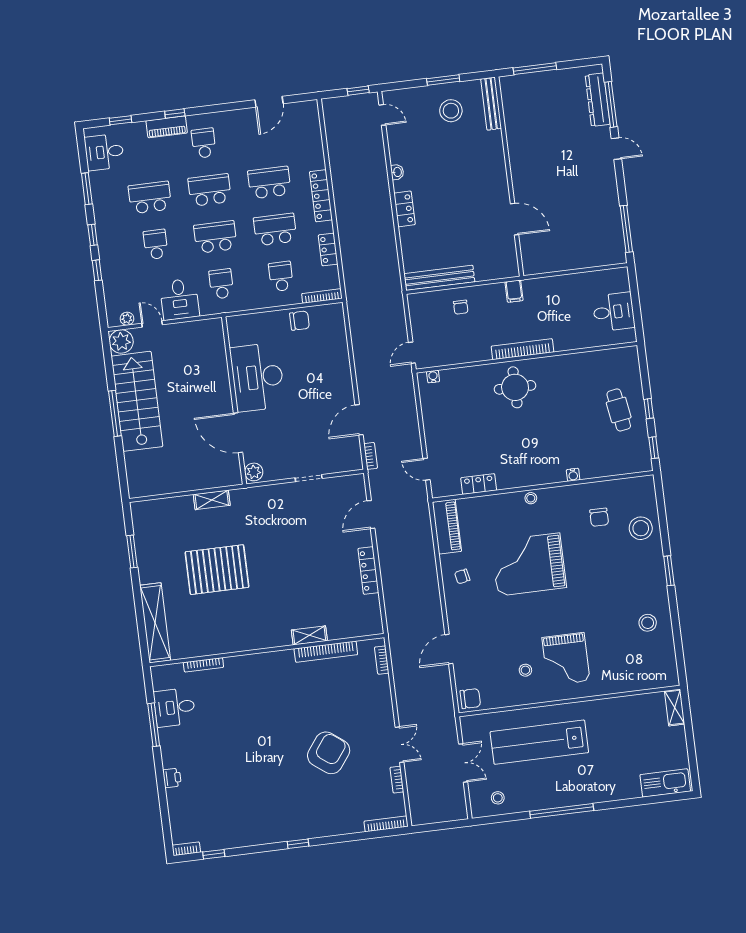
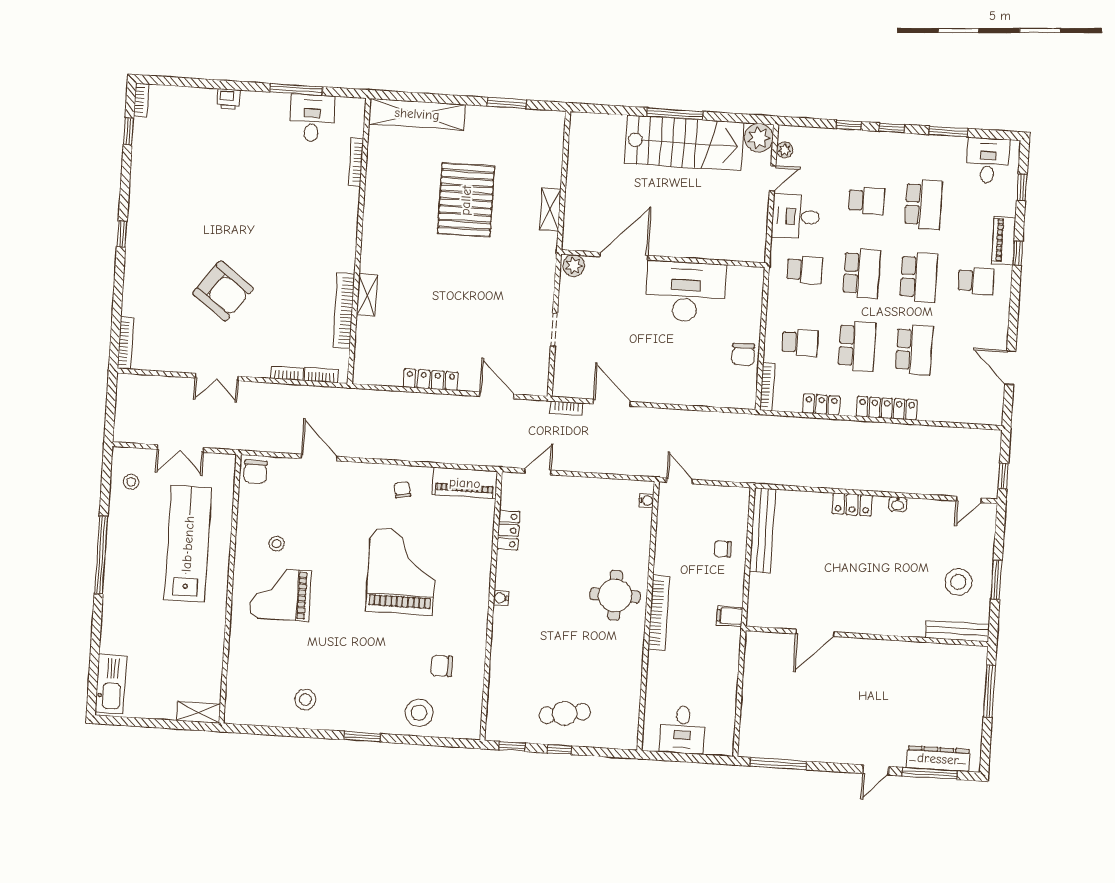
water cooler: (573, 475) -> (501, 598), moved
stool: (531, 498) -> (480, 589), removed
bookcase: (397, 780) -> (287, 373), moved

